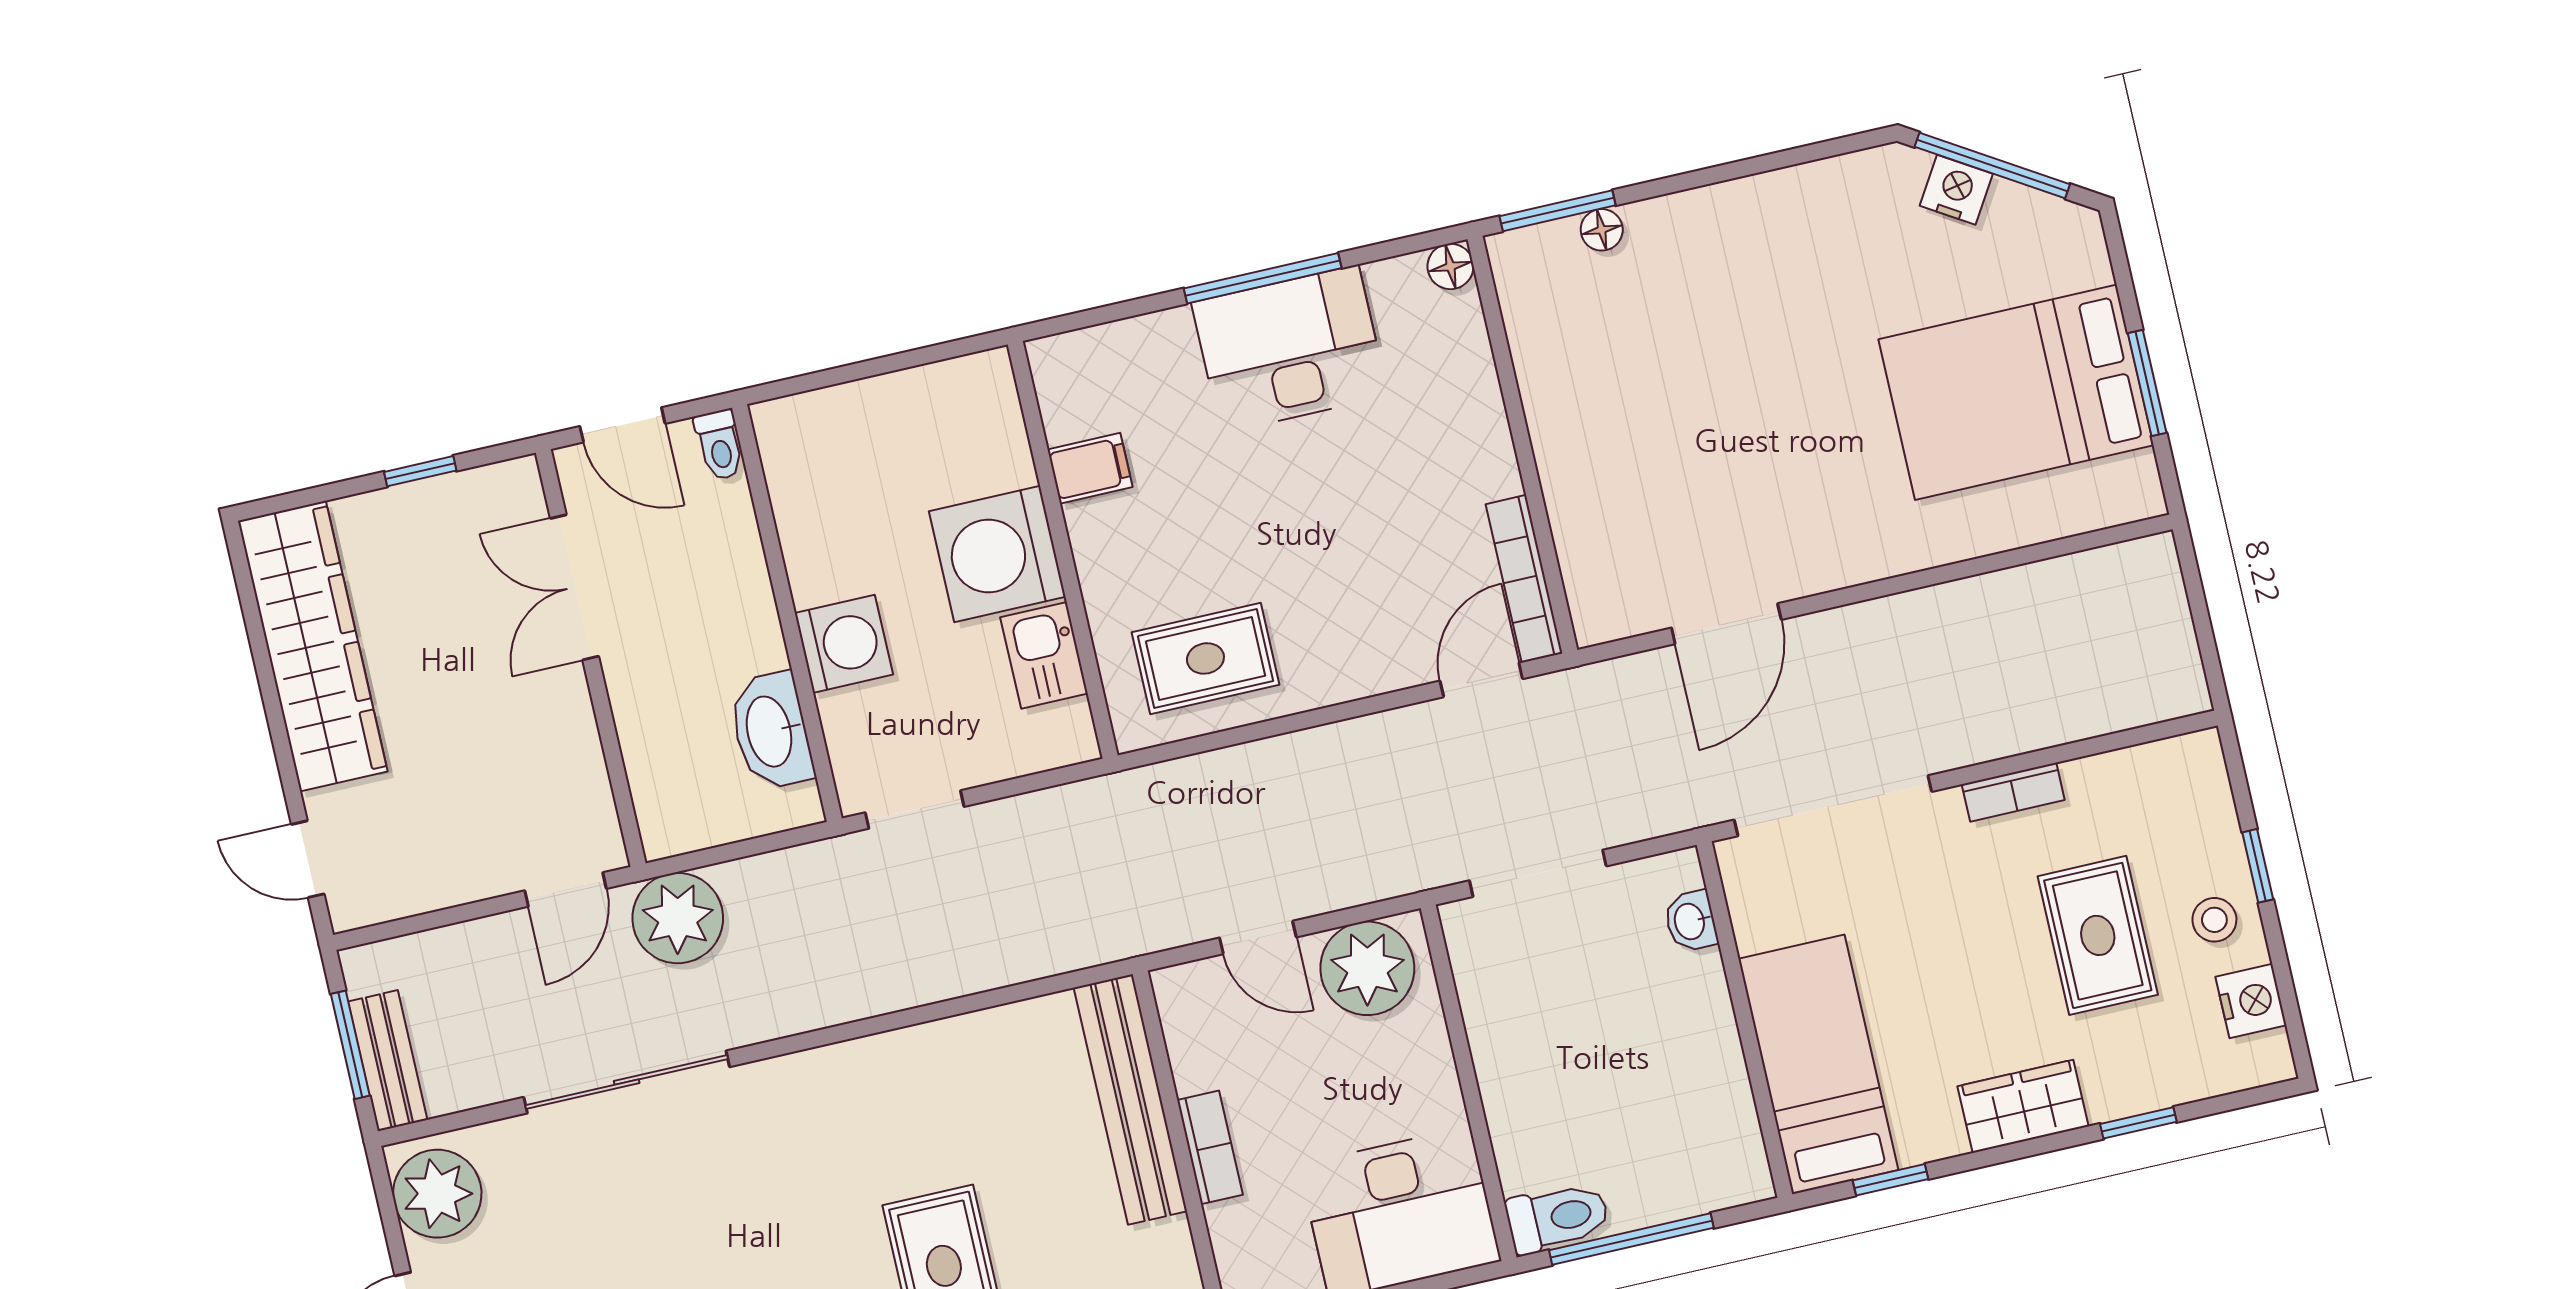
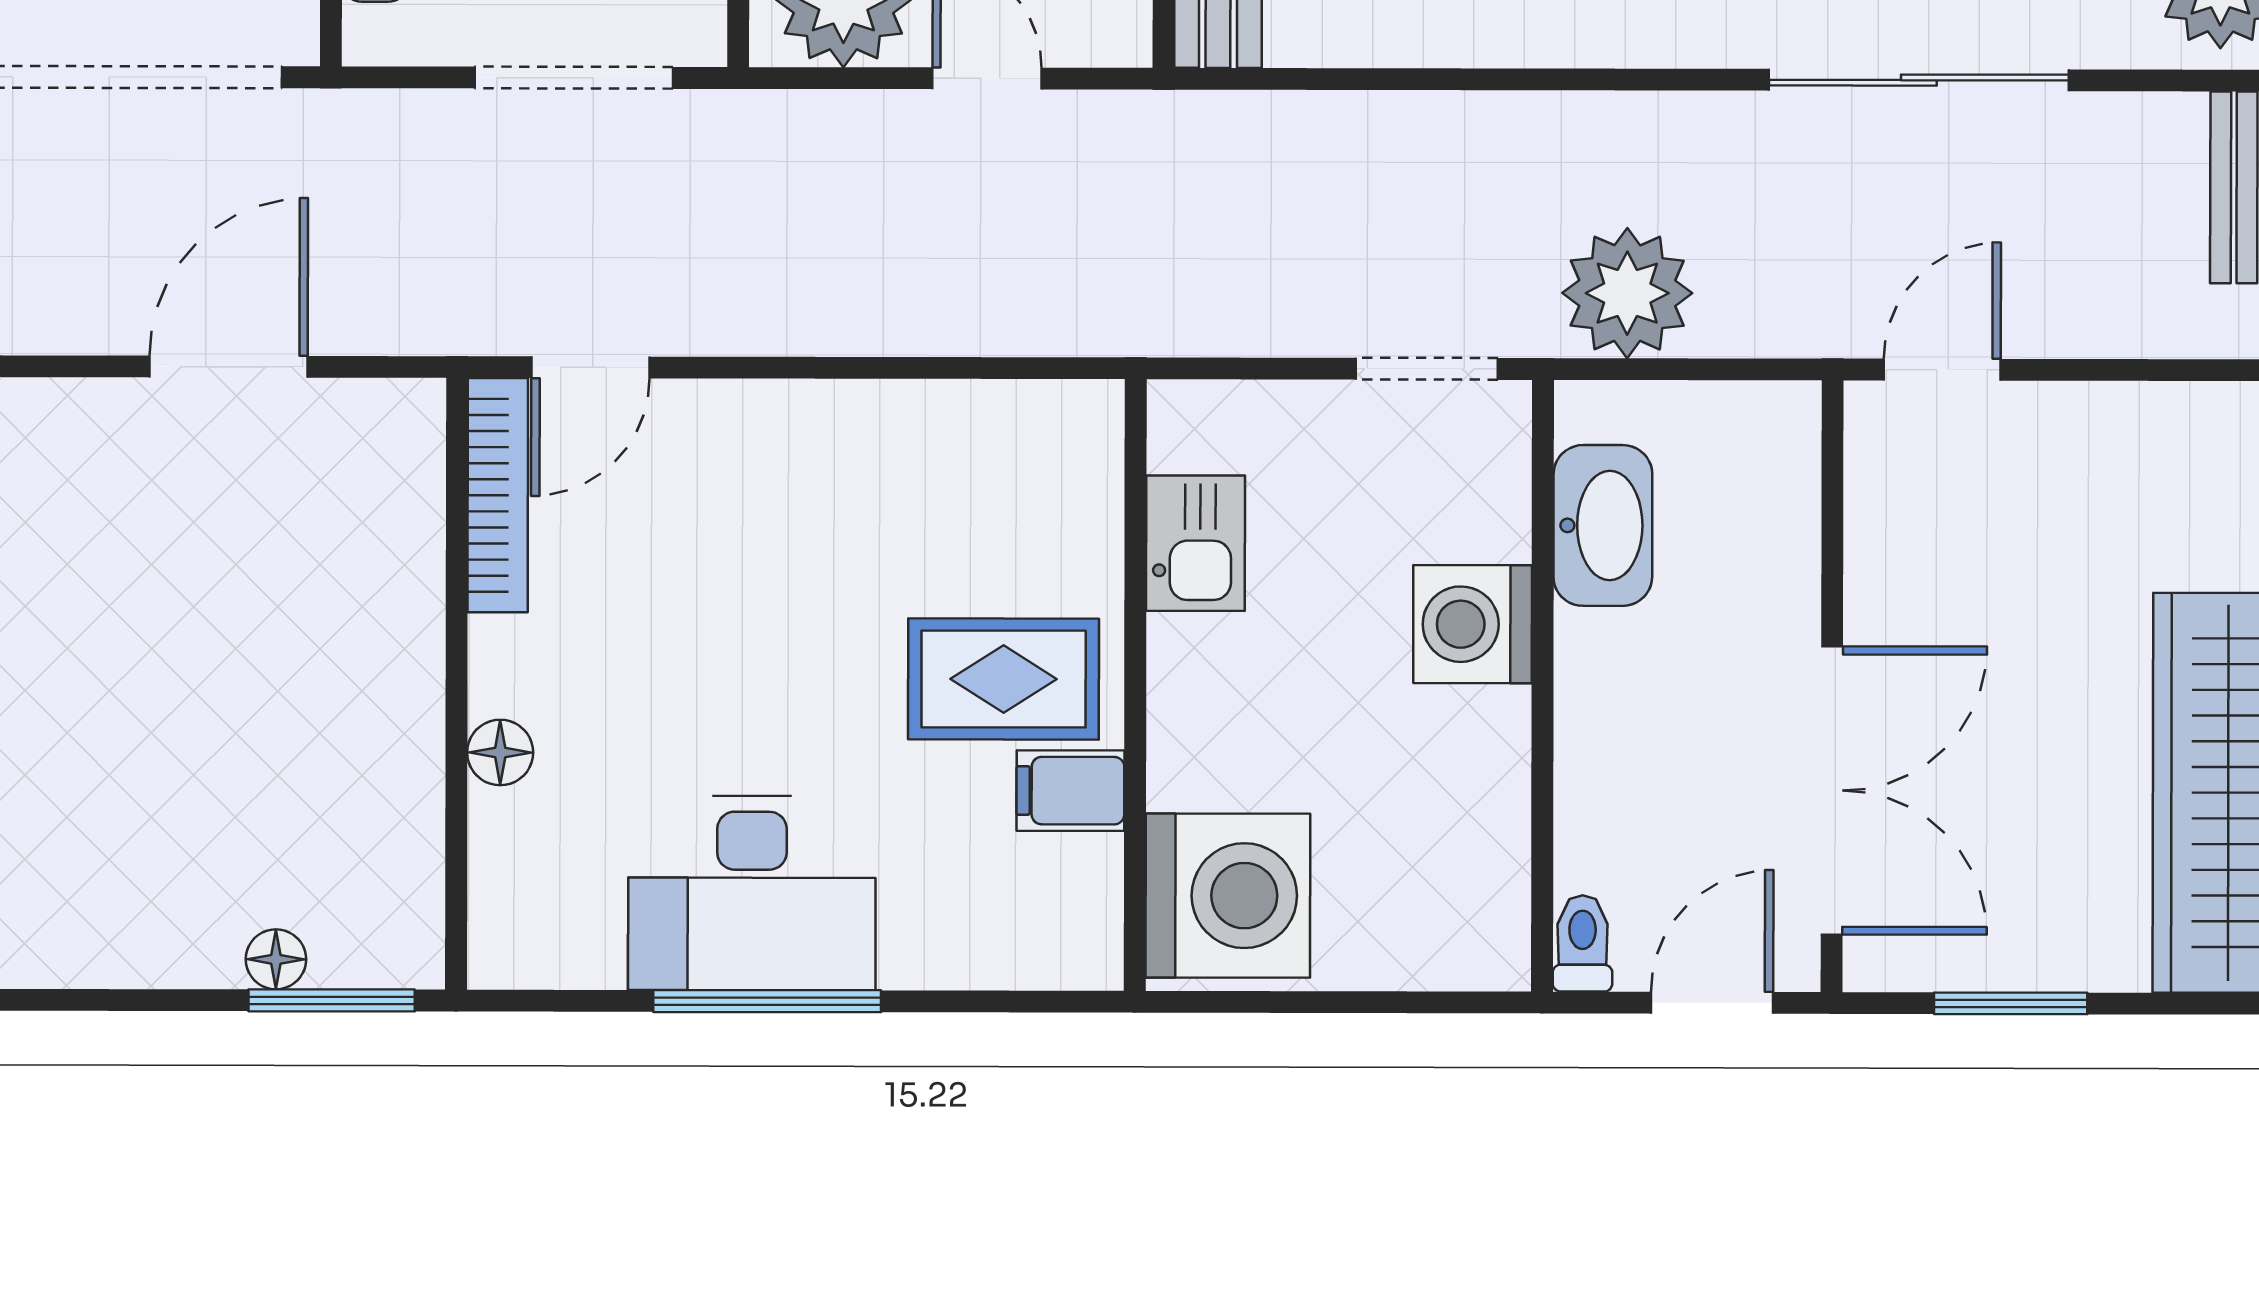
floor lamp: (1450, 266) -> (500, 752), moved
door: (622, 425) -> (1712, 1003), hinge flipped
window: (420, 471) -> (2011, 1003), width x1.50
washing machine: (997, 554) -> (1228, 896), moved
double door: (574, 587) -> (1832, 790), width x1.37
rug: (1205, 658) -> (1004, 679), moved
plant: (678, 918) -> (1627, 293), moved

